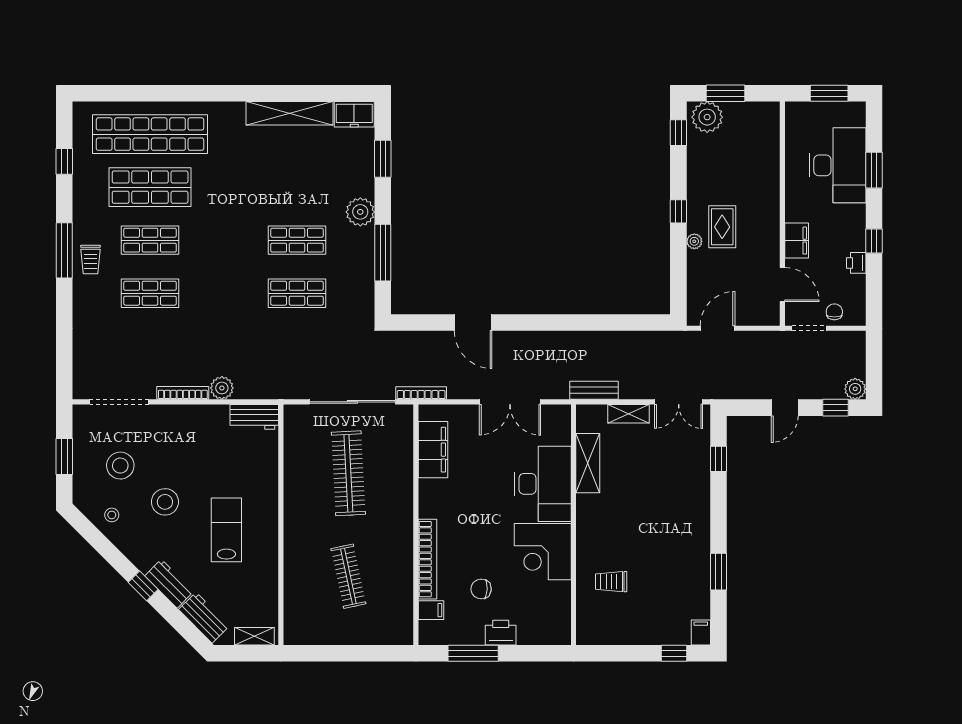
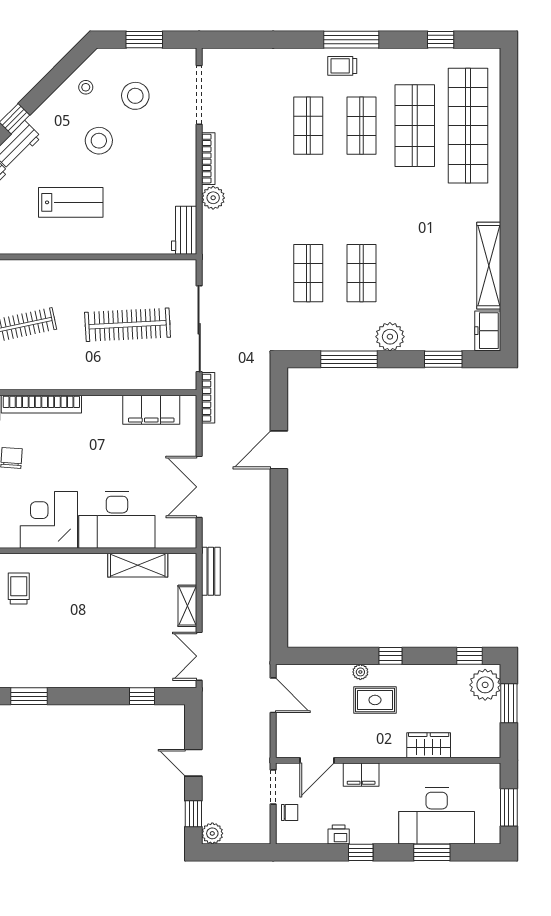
wardrobe: (767, 173) -> (429, 745), added

